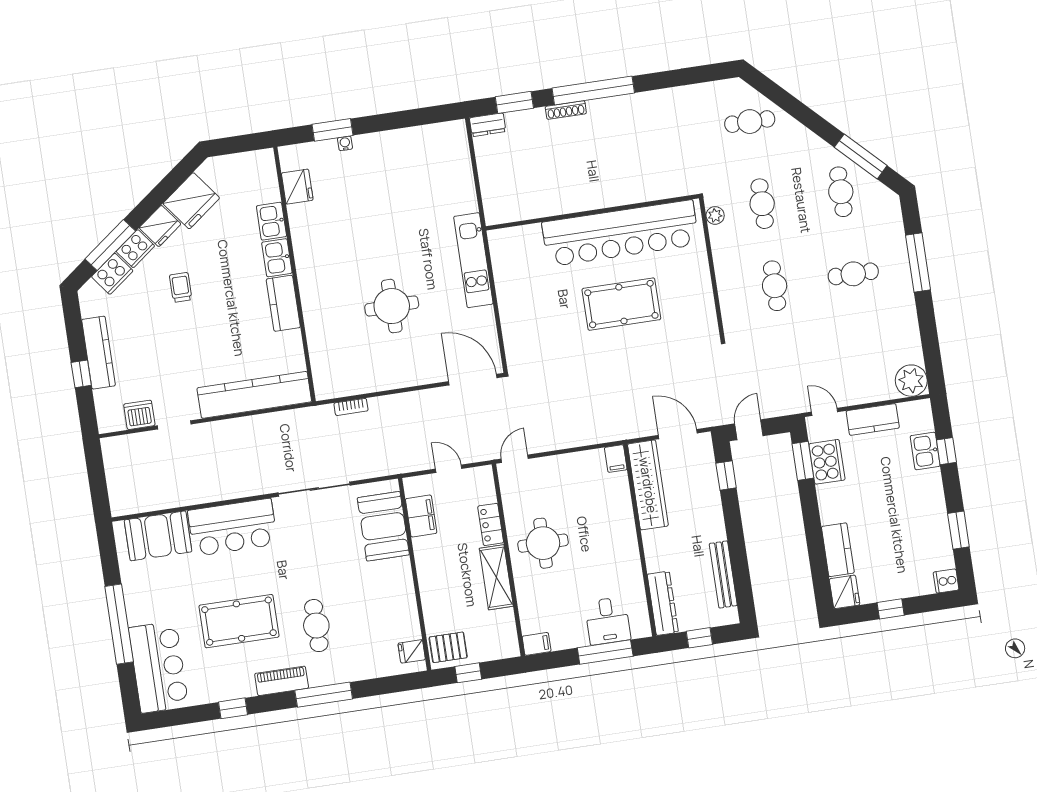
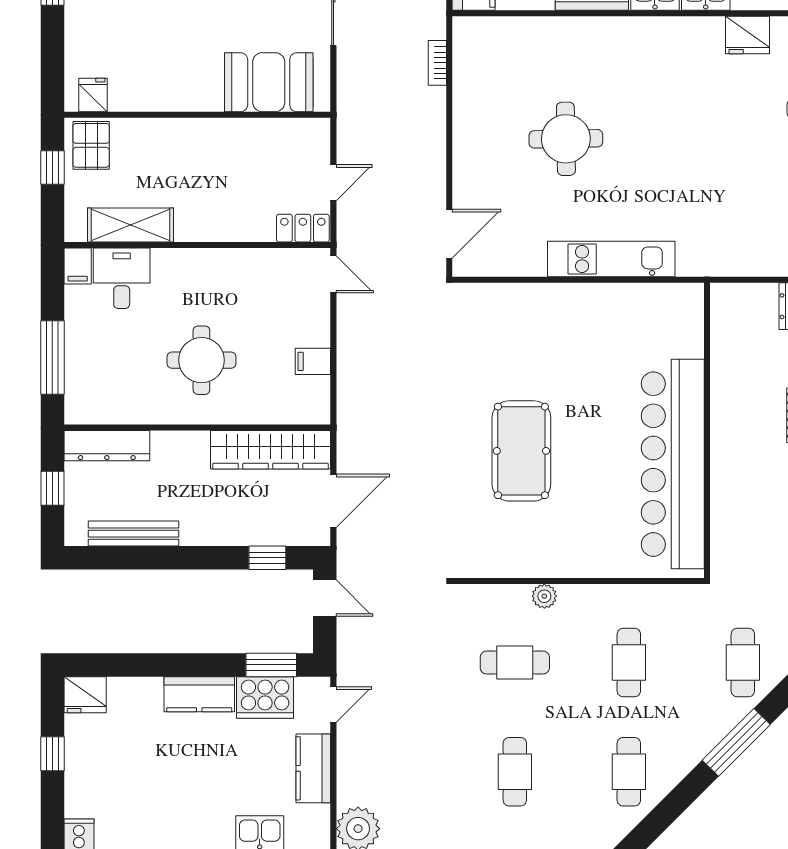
window: (861, 156) -> (736, 742), moved
cafe table: (841, 192) -> (629, 772), turned 90
cafe table: (762, 204) -> (629, 662), turned 90
wall: (592, 212) -> (707, 430), moved
plant: (715, 215) -> (544, 596), moved
bar counter: (620, 233) -> (673, 464), moved
door: (473, 380) -> (449, 234), width x0.73
filing cabinet: (616, 459) -> (313, 361), moved
filing cabinet: (421, 516) -> (275, 136), removed
locker: (491, 524) -> (303, 228), moved
round table: (543, 543) -> (201, 360), moved
kitchen counter: (838, 550) -> (199, 694), moved
shelving: (496, 577) -> (130, 225), moved
desk: (608, 621) -> (122, 278), moved, turned 90

